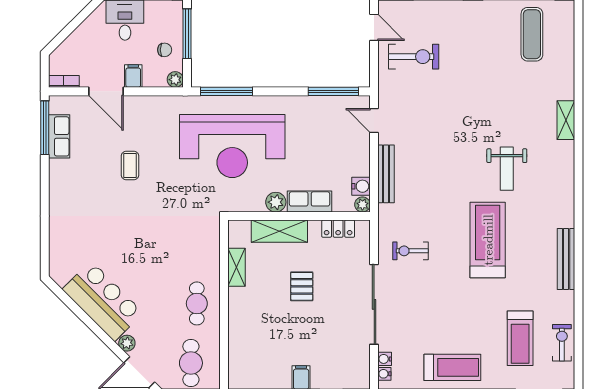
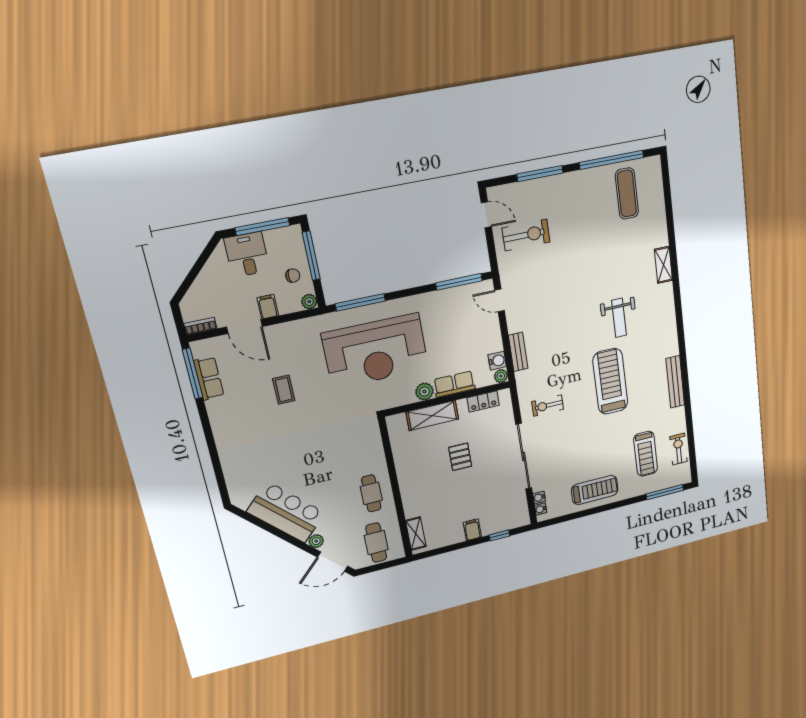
bench: (386, 174) -> (518, 352), width x0.73
shelving: (237, 267) -> (416, 534), moved

